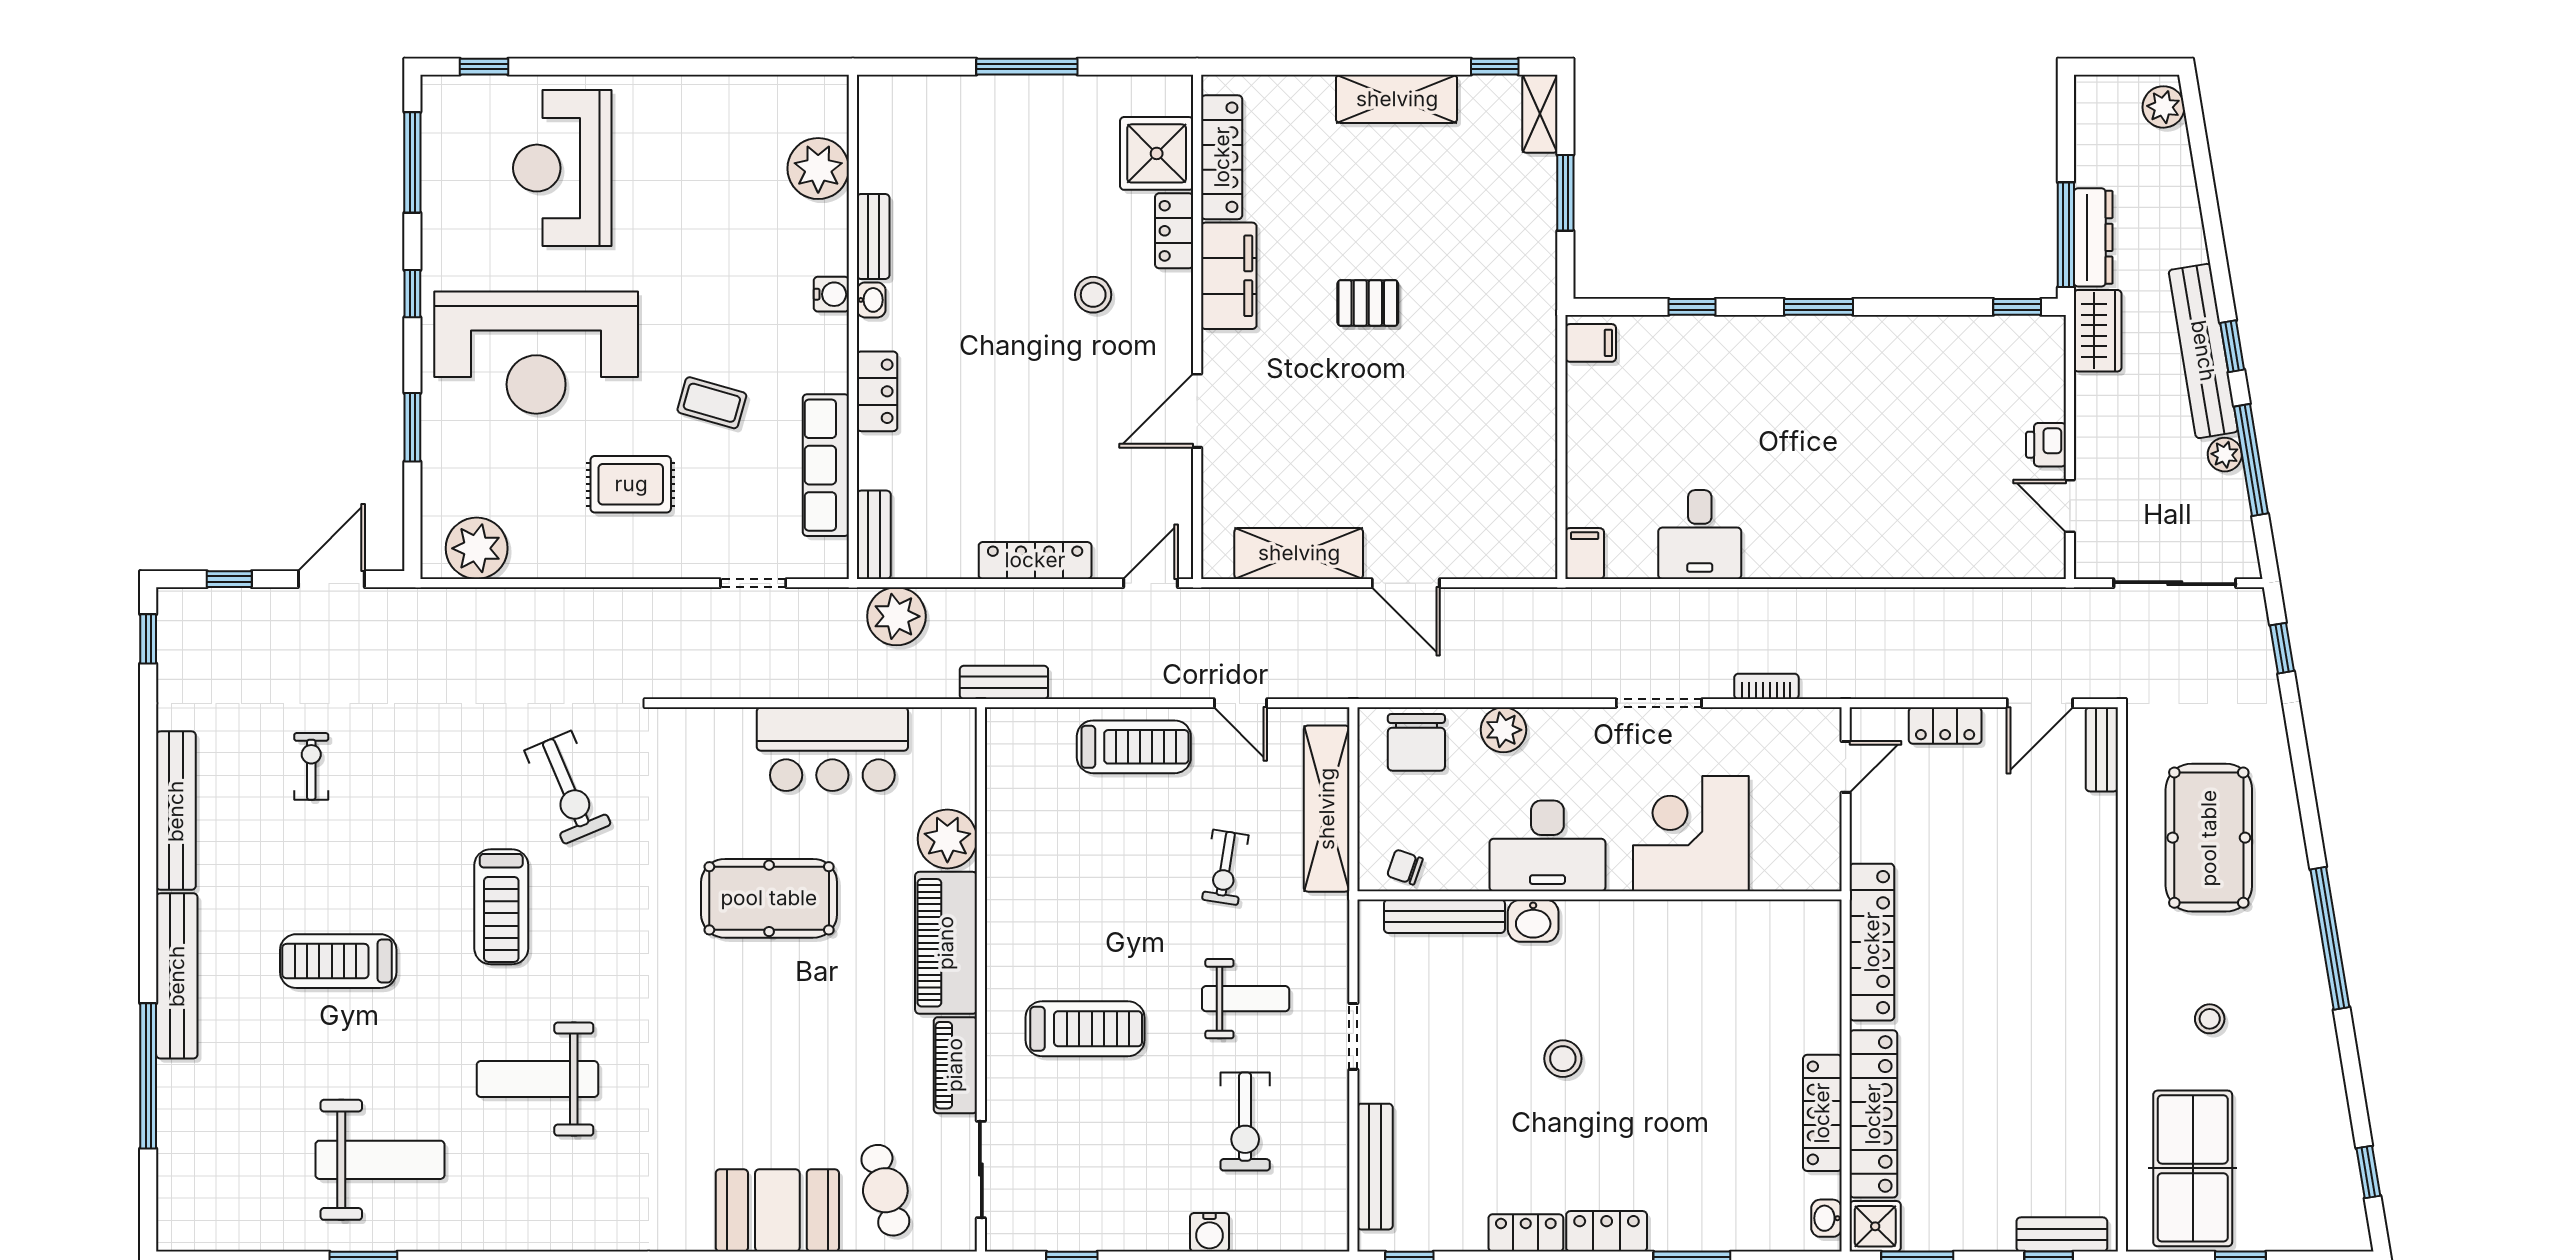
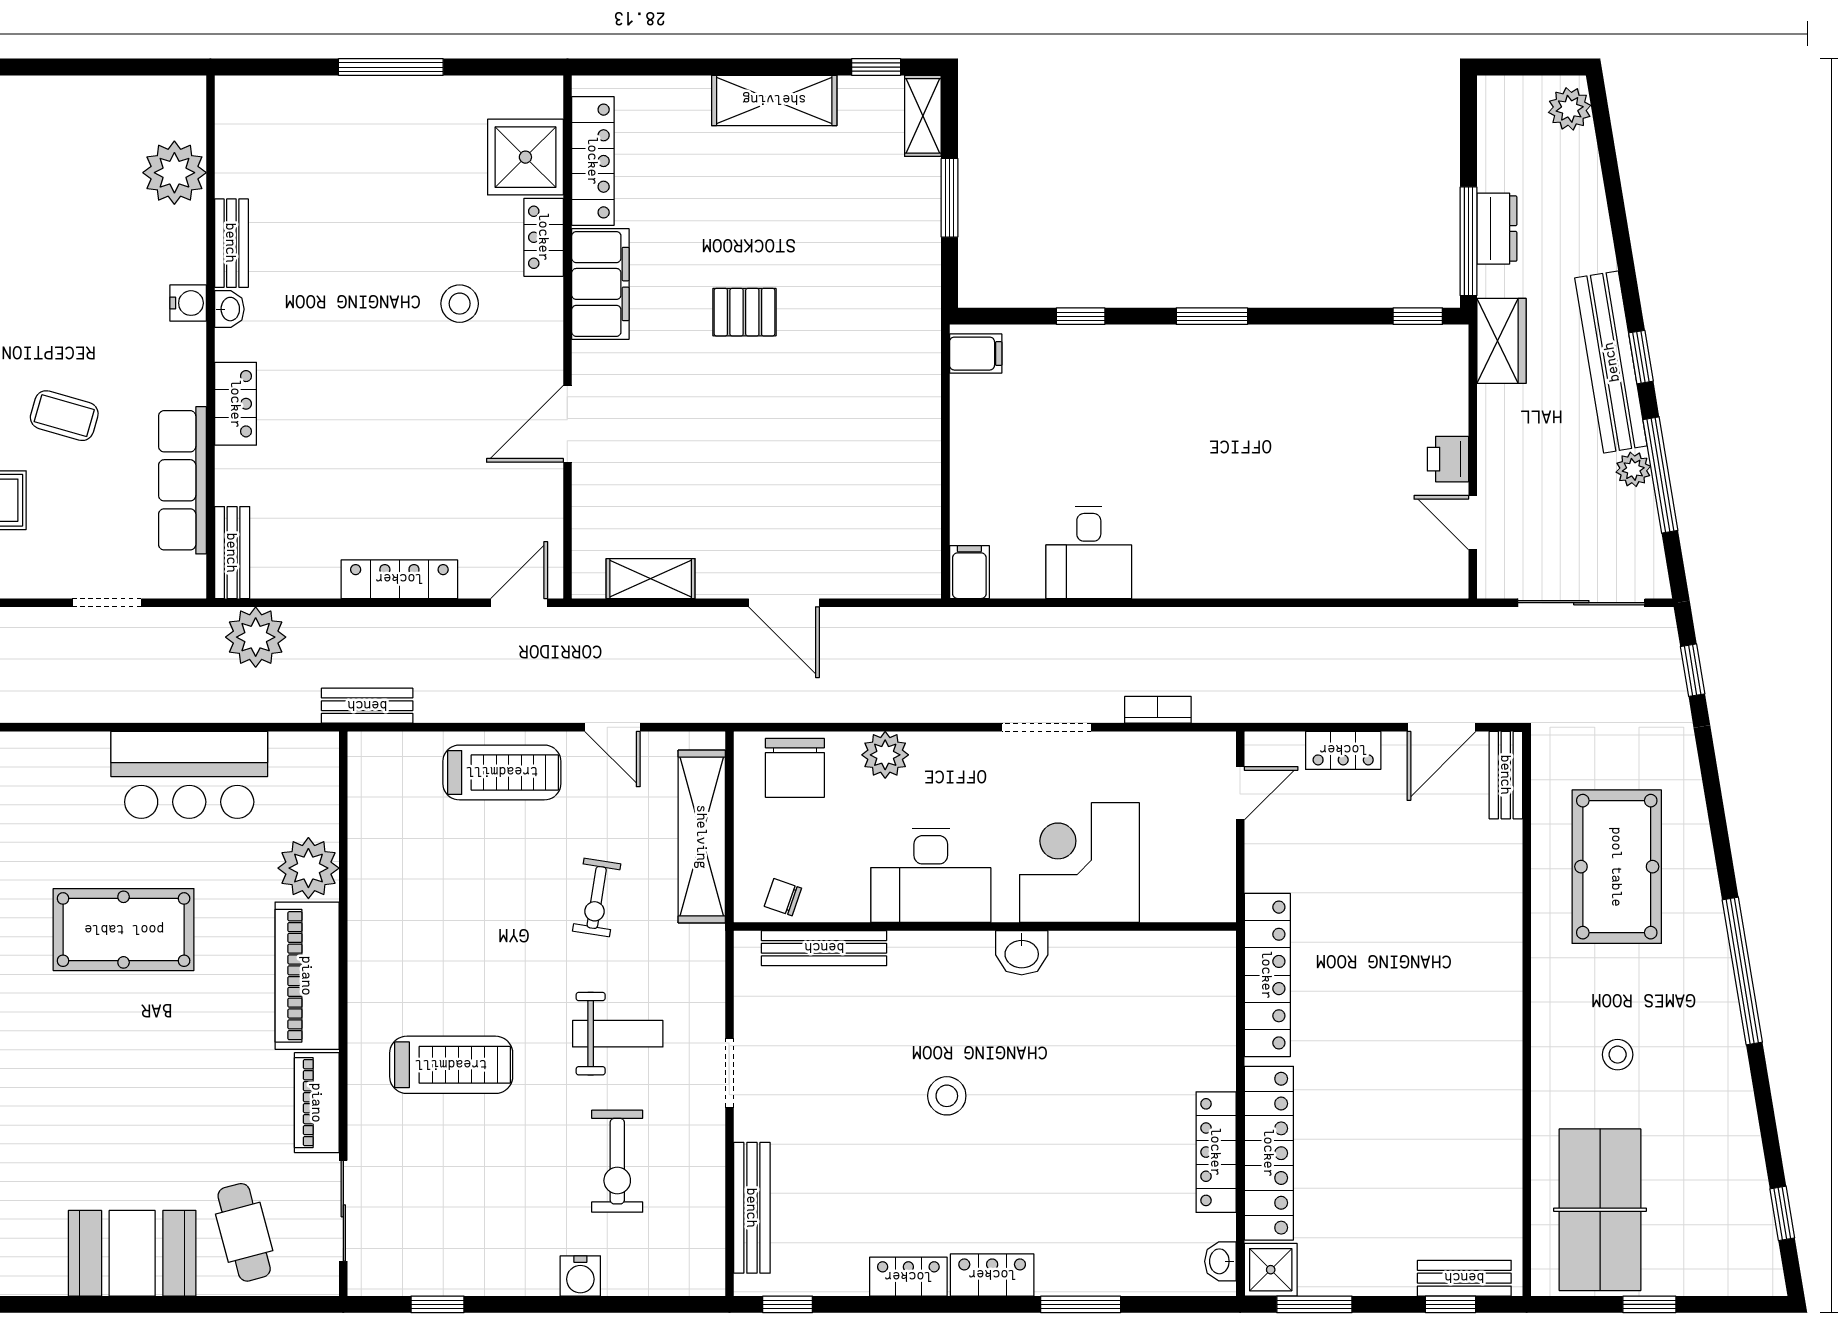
dresser: (2093, 237) -> (1497, 229), width x0.70
shelving: (1299, 553) -> (651, 579), width x0.67, depth x0.75
washbasin: (1533, 921) -> (1022, 953), moved

